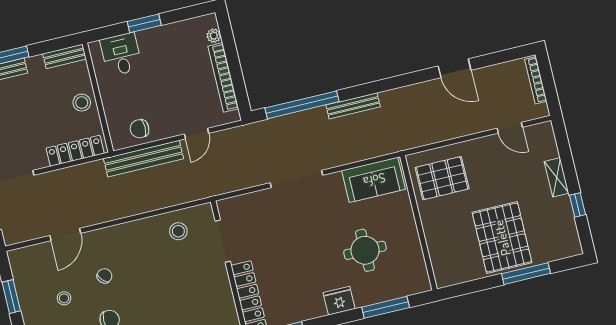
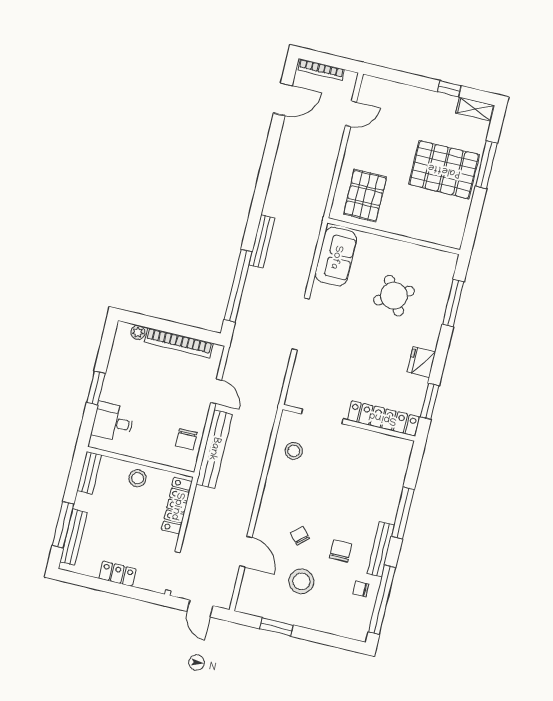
door: (455, 68) -> (283, 99), moved
shelving: (557, 177) -> (475, 109), moved
round table: (365, 250) -> (394, 296), turned -30
stool: (64, 298) -> (301, 581), width x1.89, depth x1.89
fridge: (339, 301) -> (421, 362), moved

